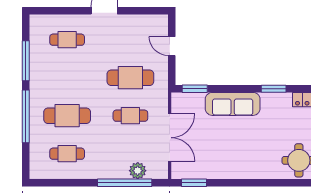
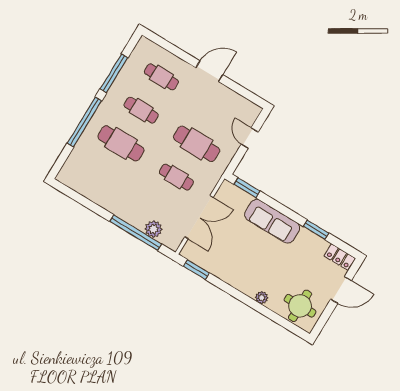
cafe table: (67, 154) -> (141, 110), moved
plant: (263, 173) -> (262, 298), added

